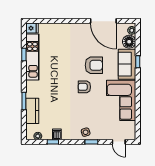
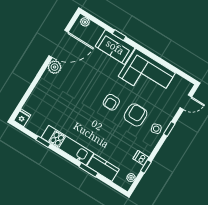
plant: (84, 29) -> (55, 67), added
floor lamp: (129, 42) -> (94, 31), removed
kitchen unit: (32, 57) -> (67, 145), moved
armchair: (94, 65) -> (136, 115), moved

